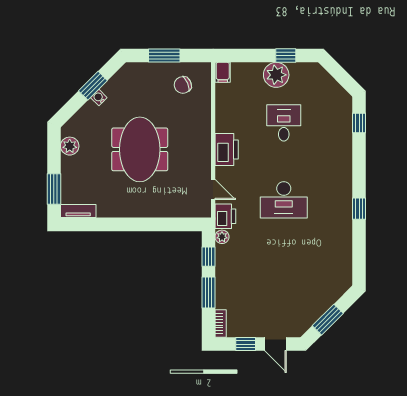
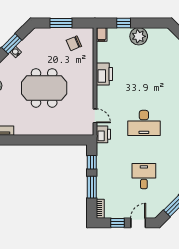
window: (286, 56) -> (124, 23), moved
desk: (284, 123) -> (144, 176), moved
meeting table: (140, 149) -> (44, 88), turned 90
printer: (227, 149) -> (104, 74), moved
plant: (222, 237) -> (101, 149), removed
door: (276, 344) -> (138, 223), swing flipped

